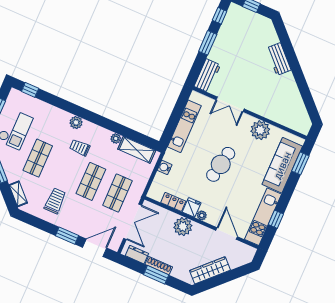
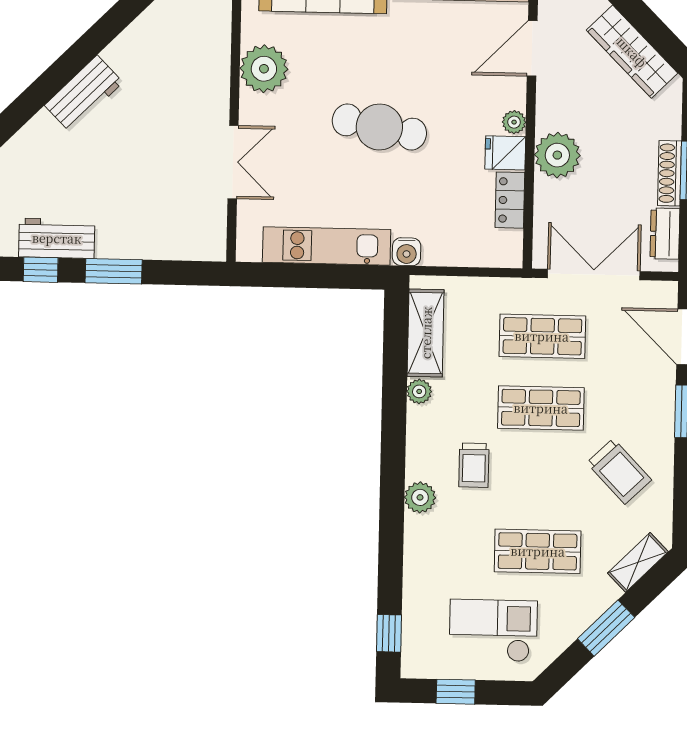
workbench: (207, 76) -> (57, 238), moved
water cooler: (165, 167) -> (407, 252), moved
trolley: (55, 201) -> (619, 471), turned -134

